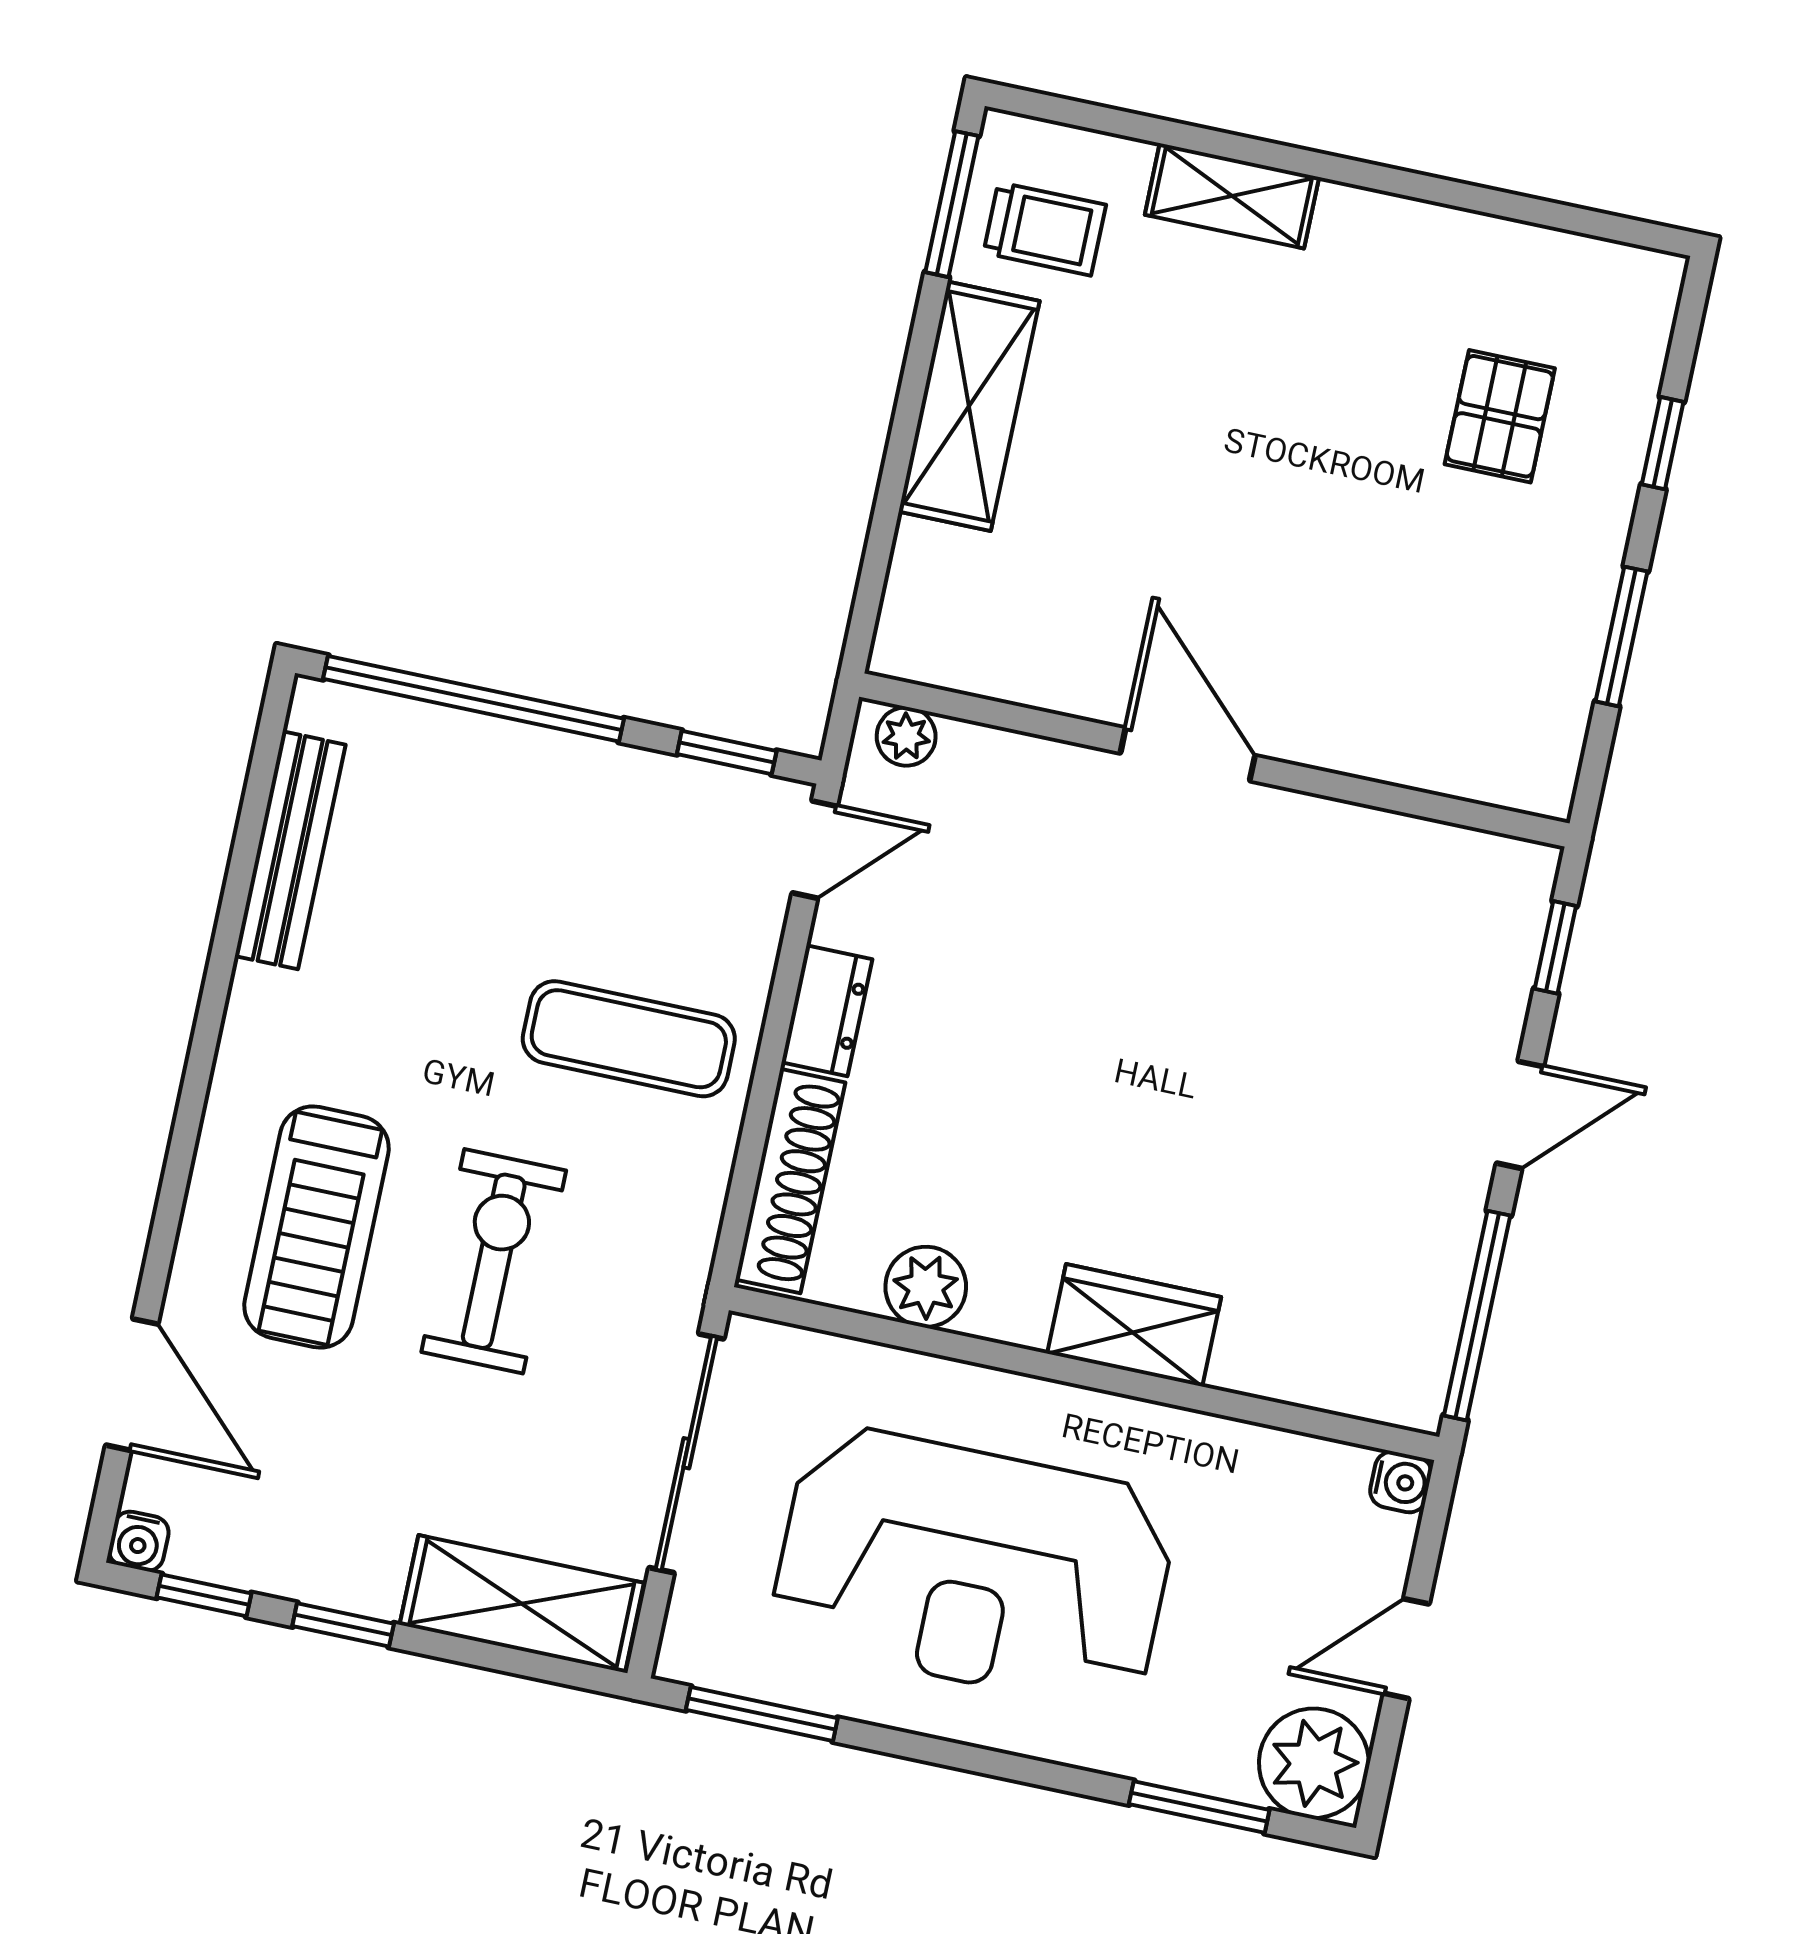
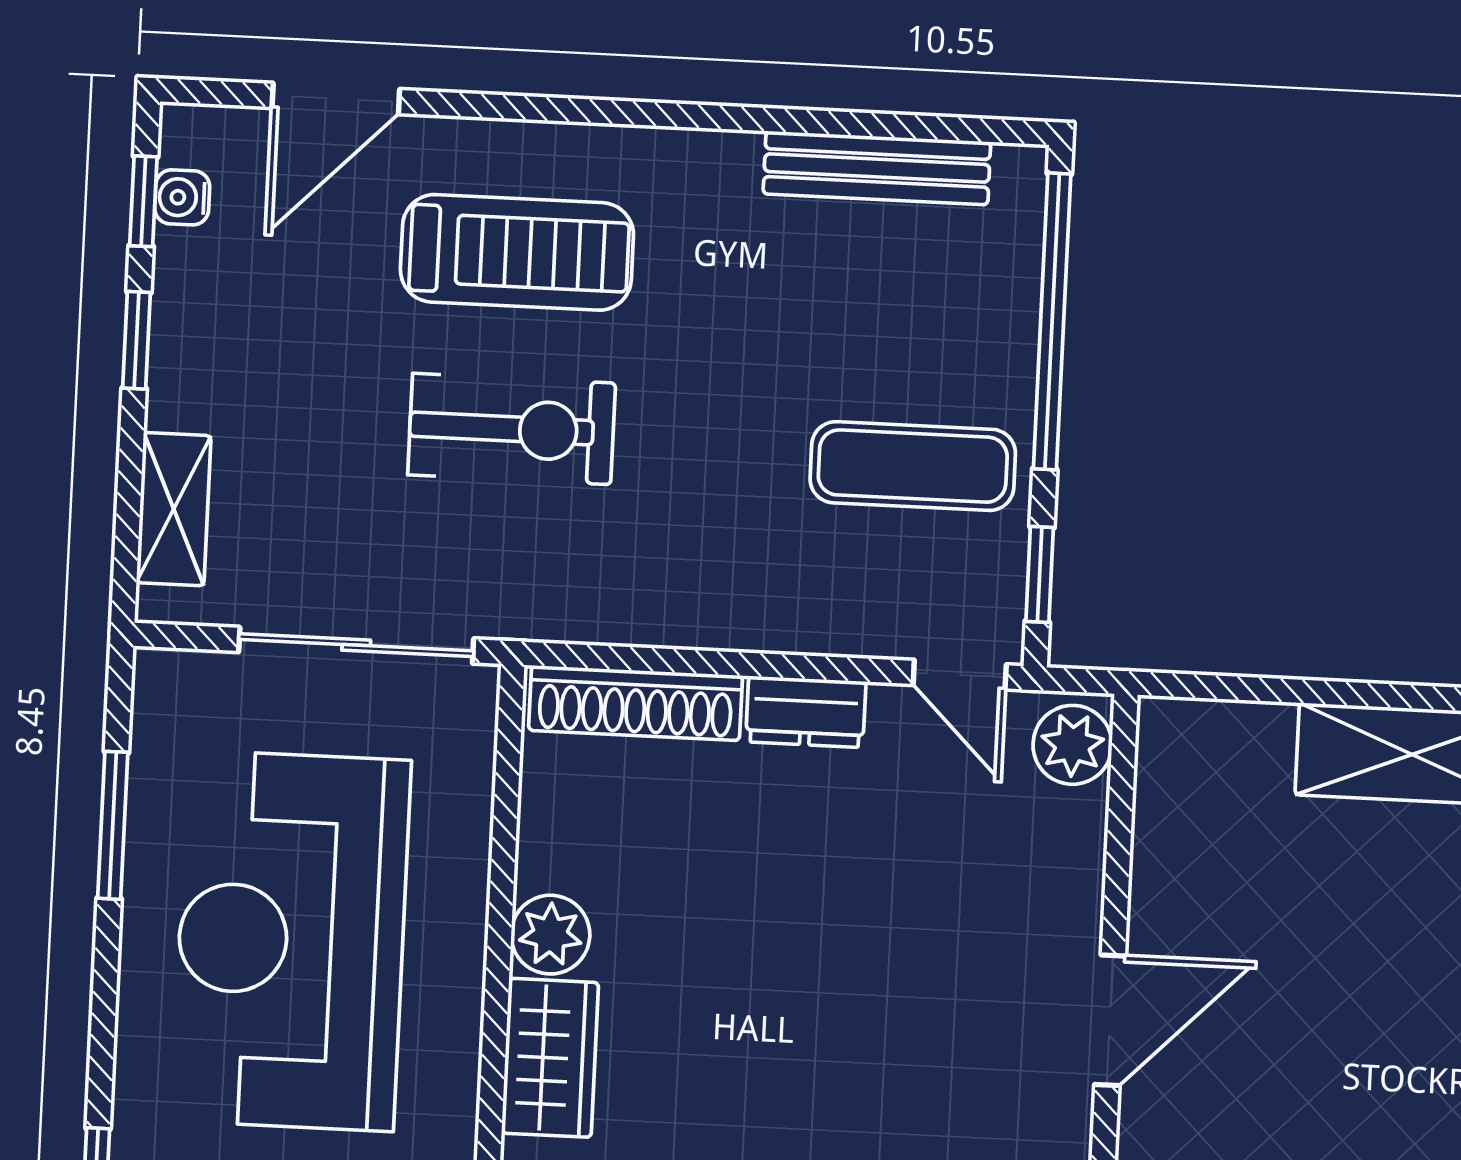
plant: (906, 736) -> (1072, 745), width x1.38, depth x1.38
exercise mat: (629, 1039) -> (913, 466), moved, turned 90
treadmill: (317, 1227) -> (517, 252), turned 180
plant: (926, 1287) -> (550, 935), moved
water cooler: (139, 1541) -> (182, 197), moved
shelving: (522, 1604) -> (174, 509), width x0.67, depth x0.75
window: (762, 1714) -> (113, 825), moved

